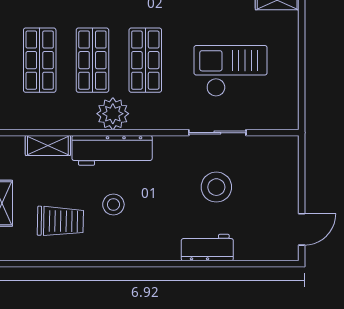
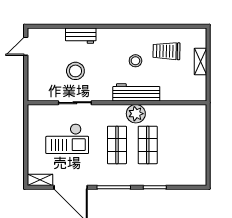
shop shelf: (40, 60) -> (179, 145), removed
shelving: (48, 145) -> (174, 95), removed

